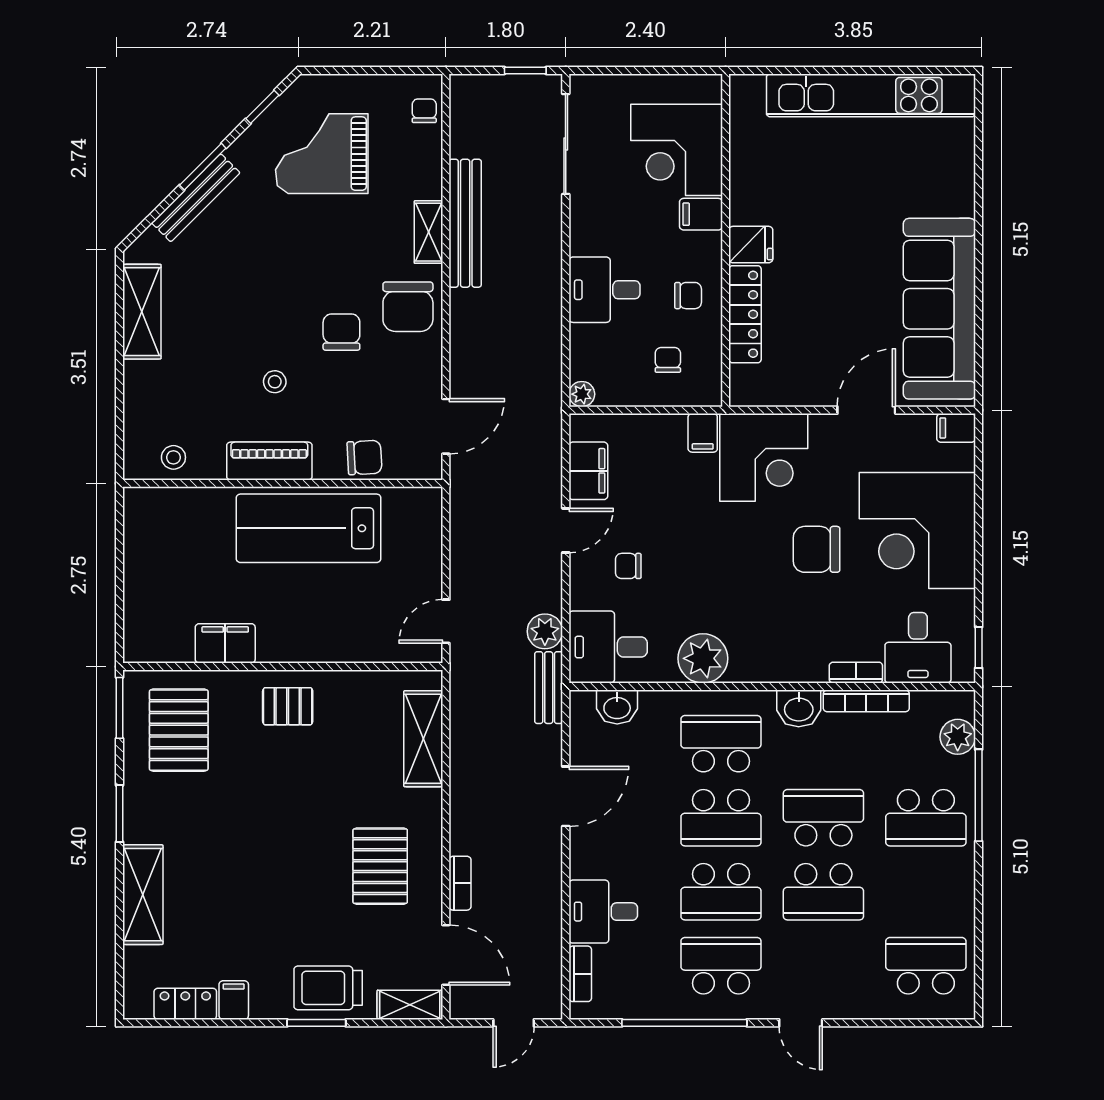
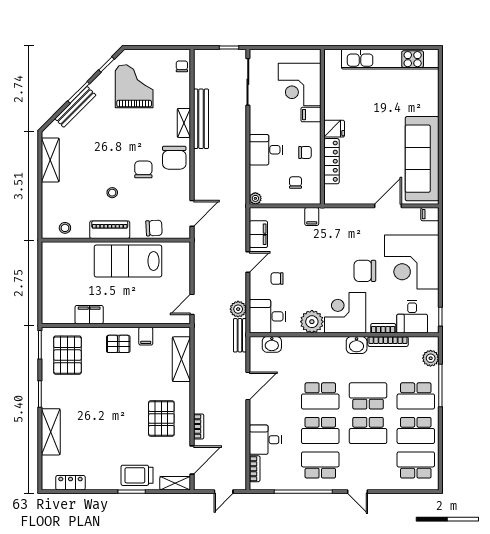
grand piano: (322, 154) -> (134, 86), turned 90
corner desk: (764, 457) -> (345, 313), moved, turned 180
school desk: (721, 744) -> (416, 430), moved, turned 180
door: (446, 955) -> (192, 460), hinge flipped
filing cabinet: (234, 1000) -> (146, 336), moved, turned 180

